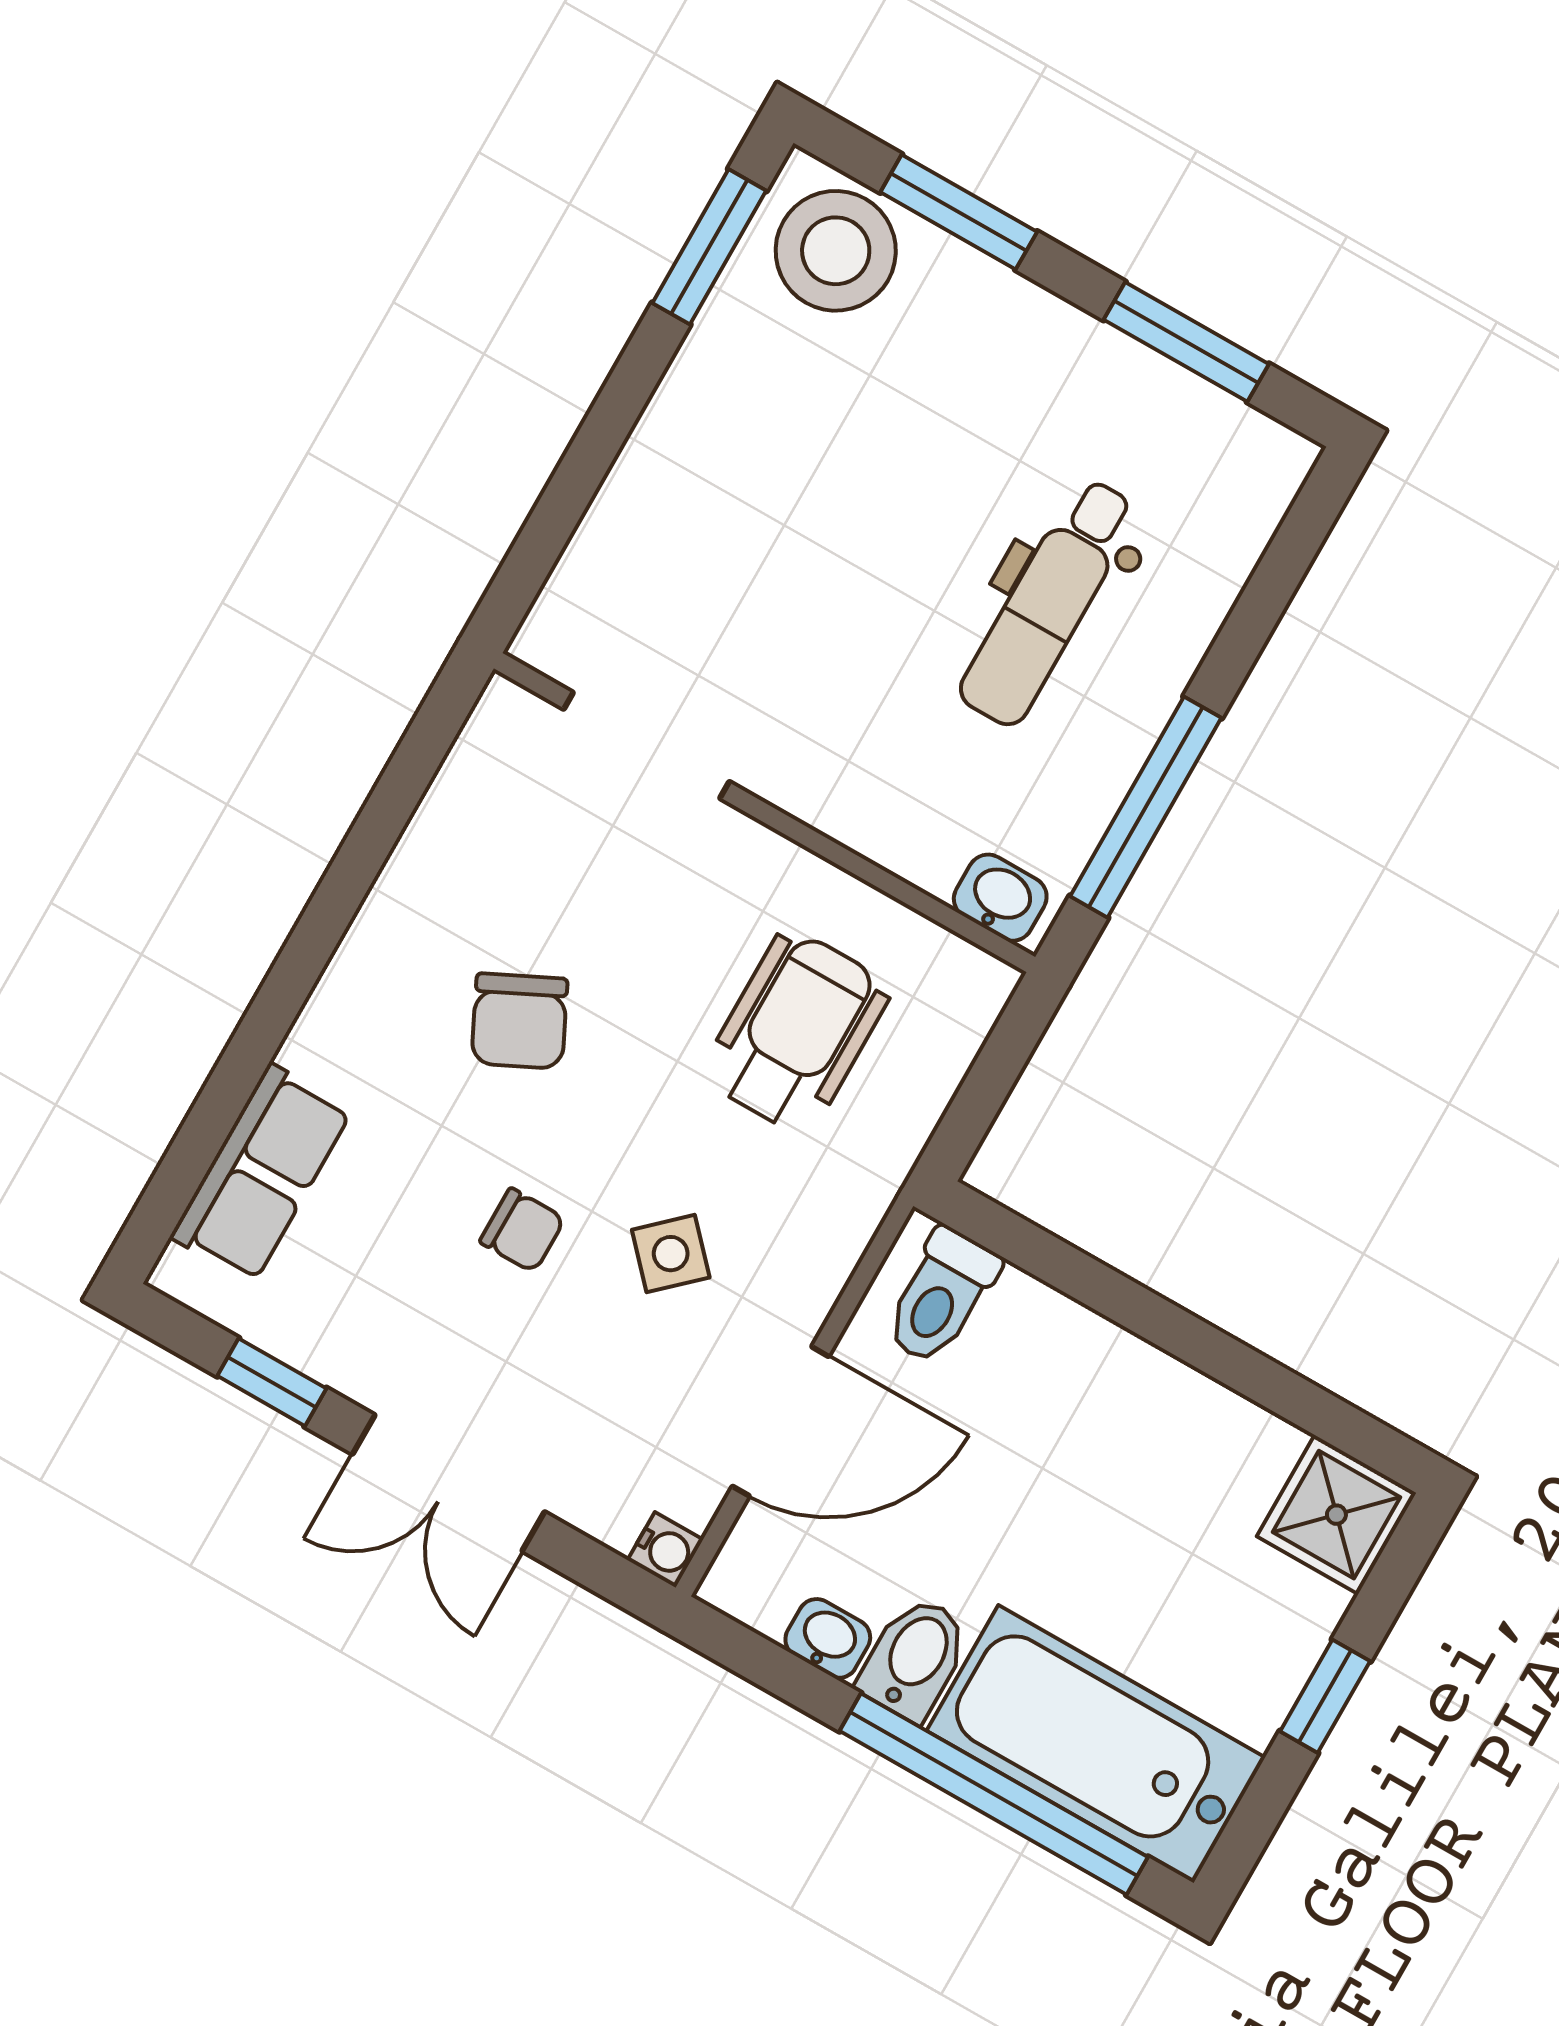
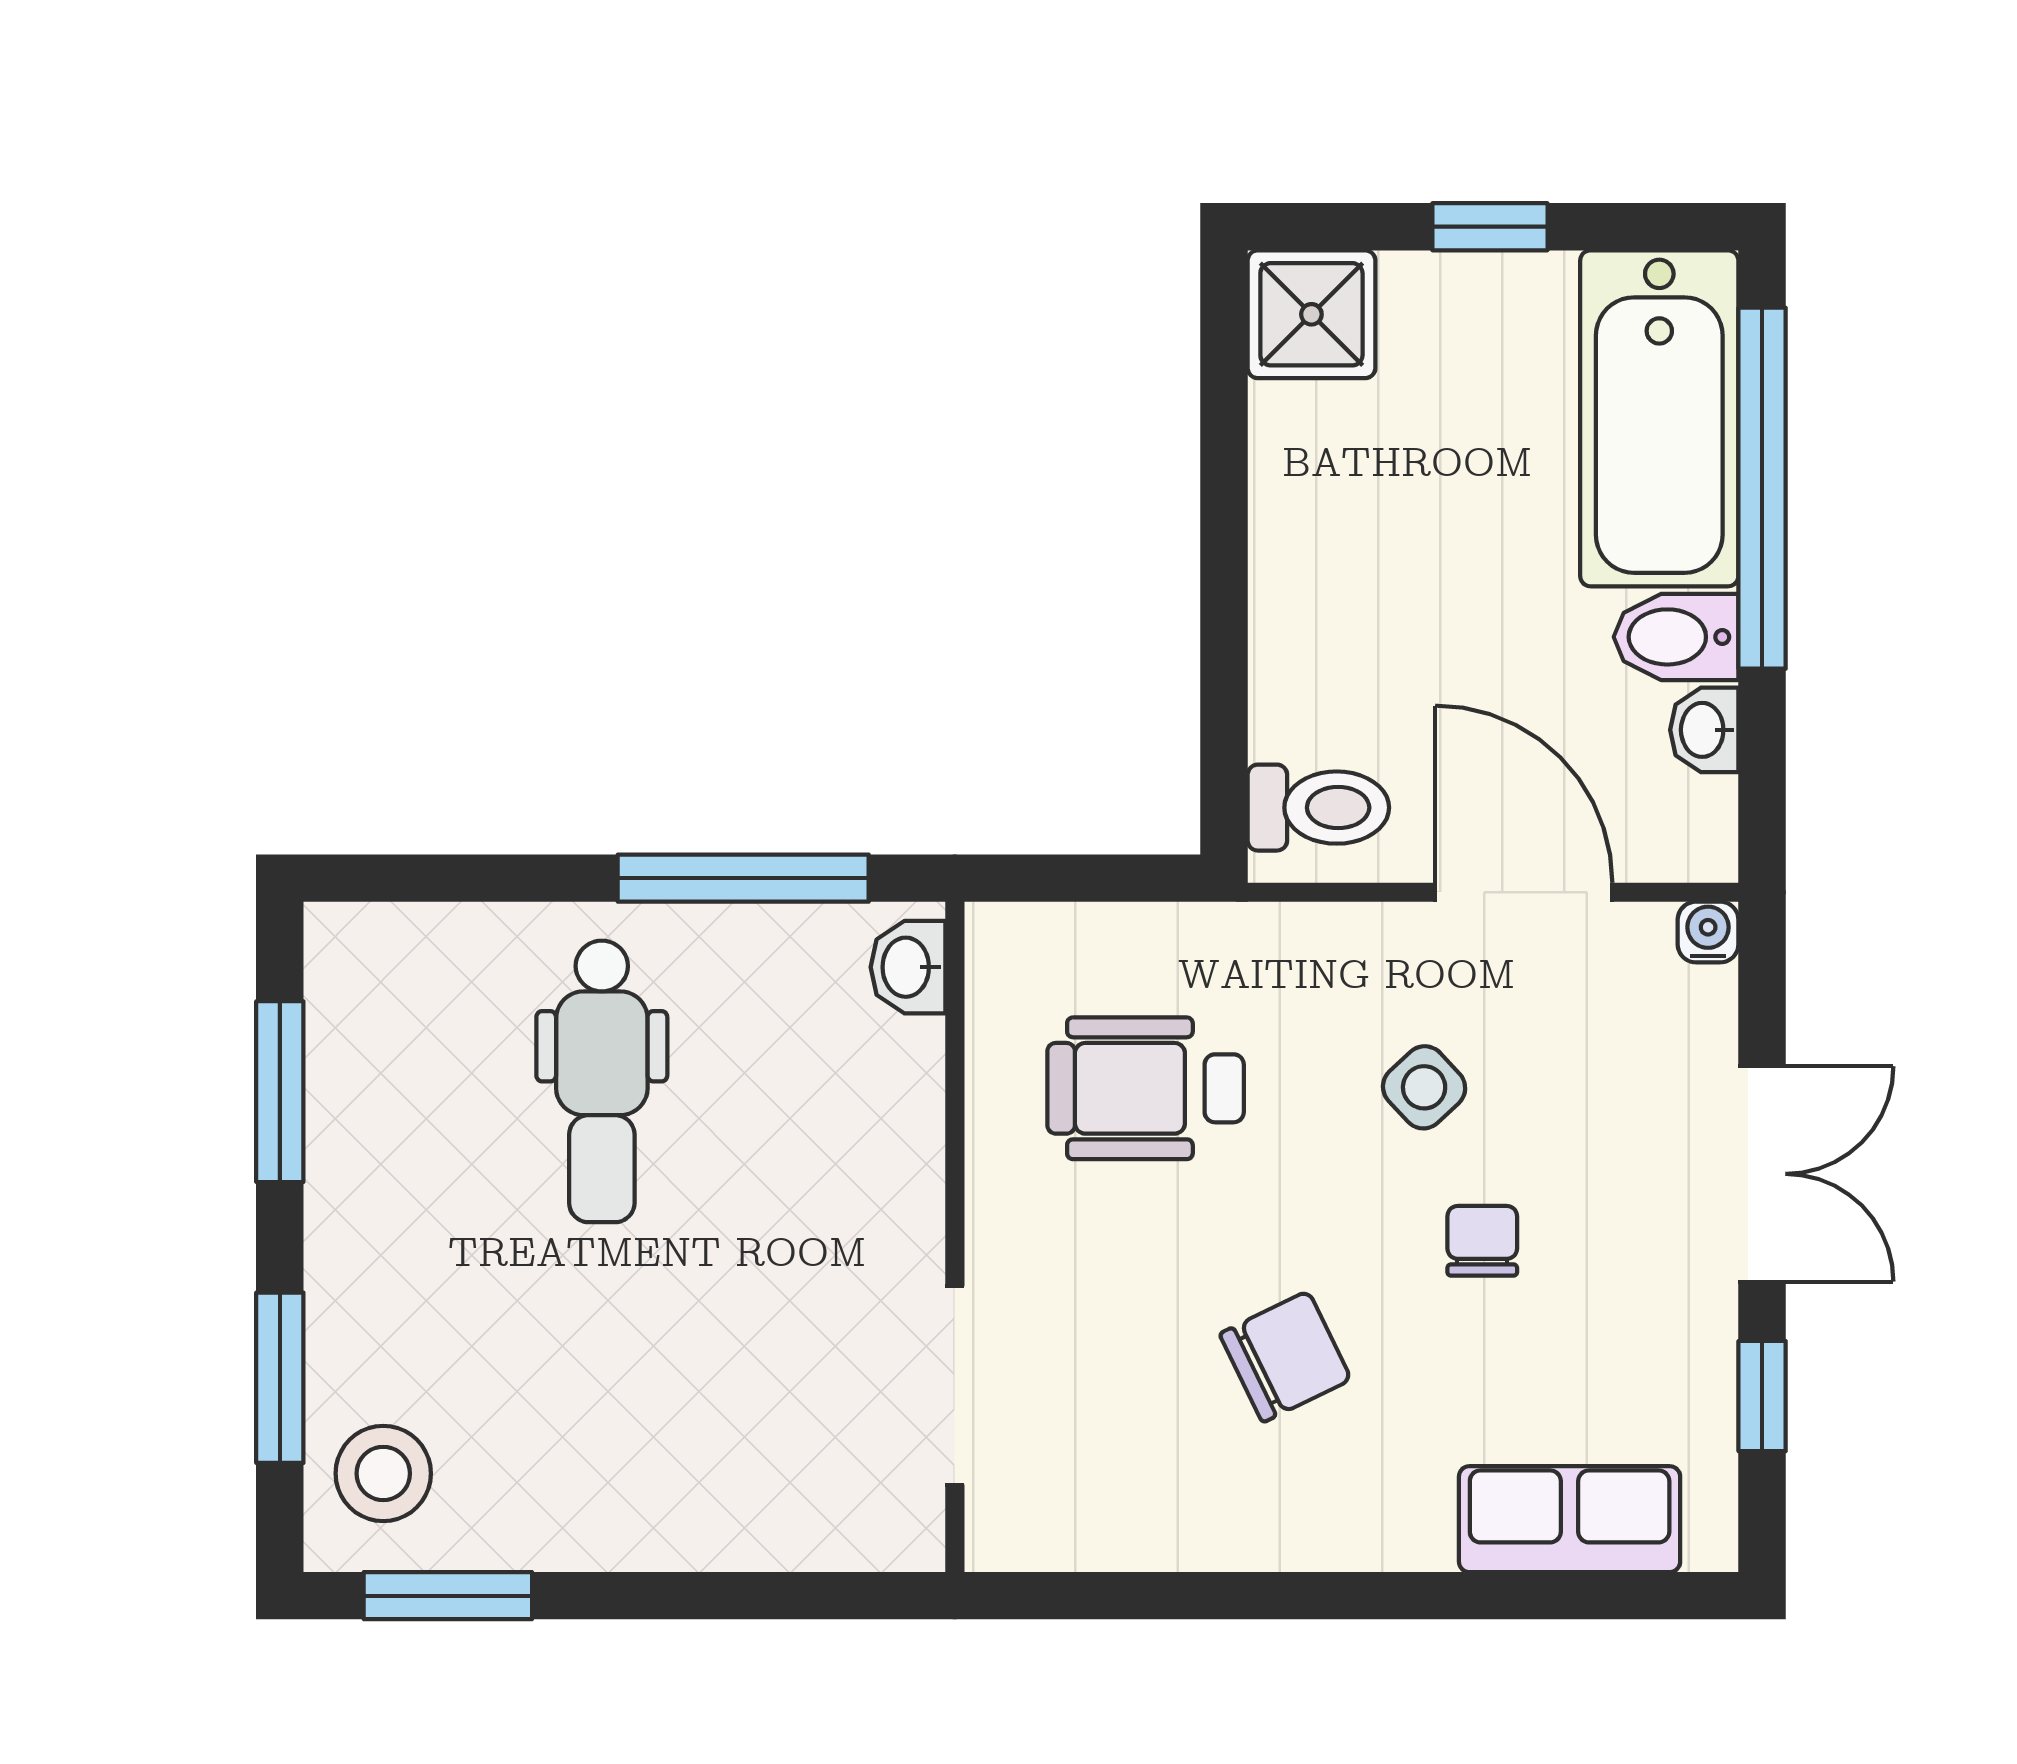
stool: (836, 251) -> (383, 1473), width x0.73, depth x0.73
dental chair: (1048, 602) -> (602, 1081), turned 90

